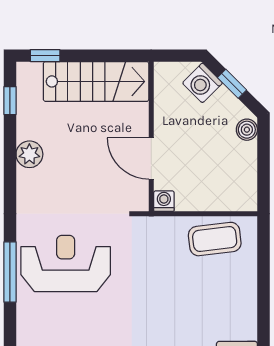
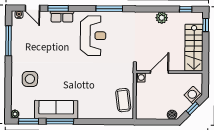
reception desk: (66, 263) -> (93, 36), moved

